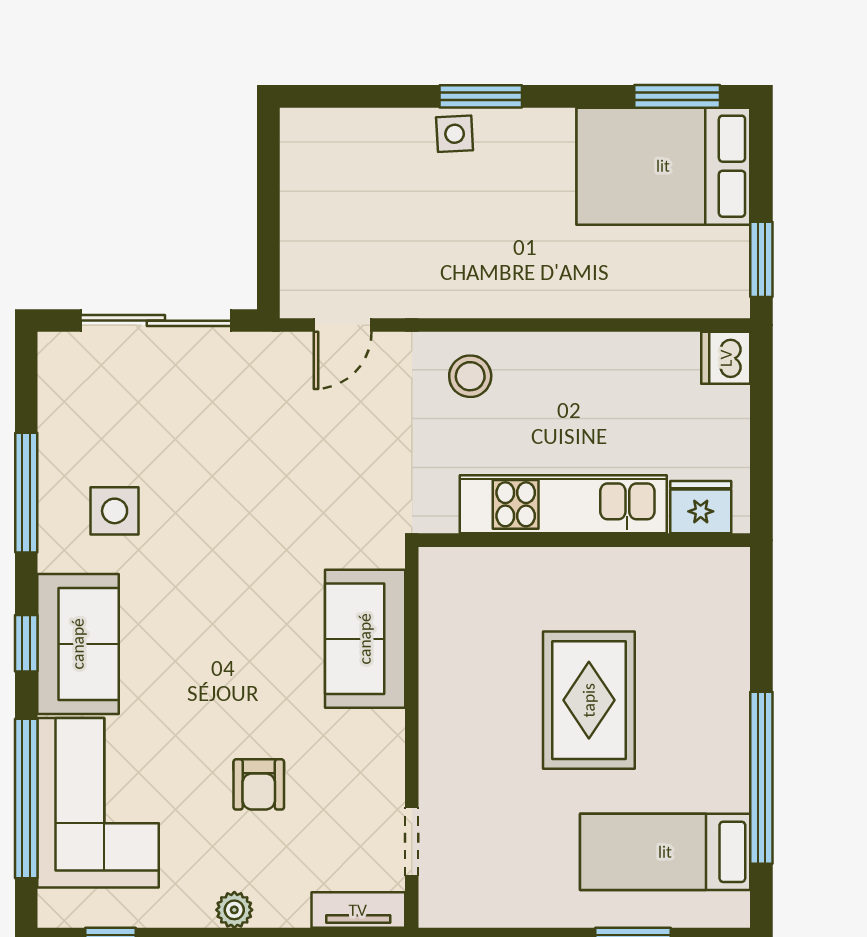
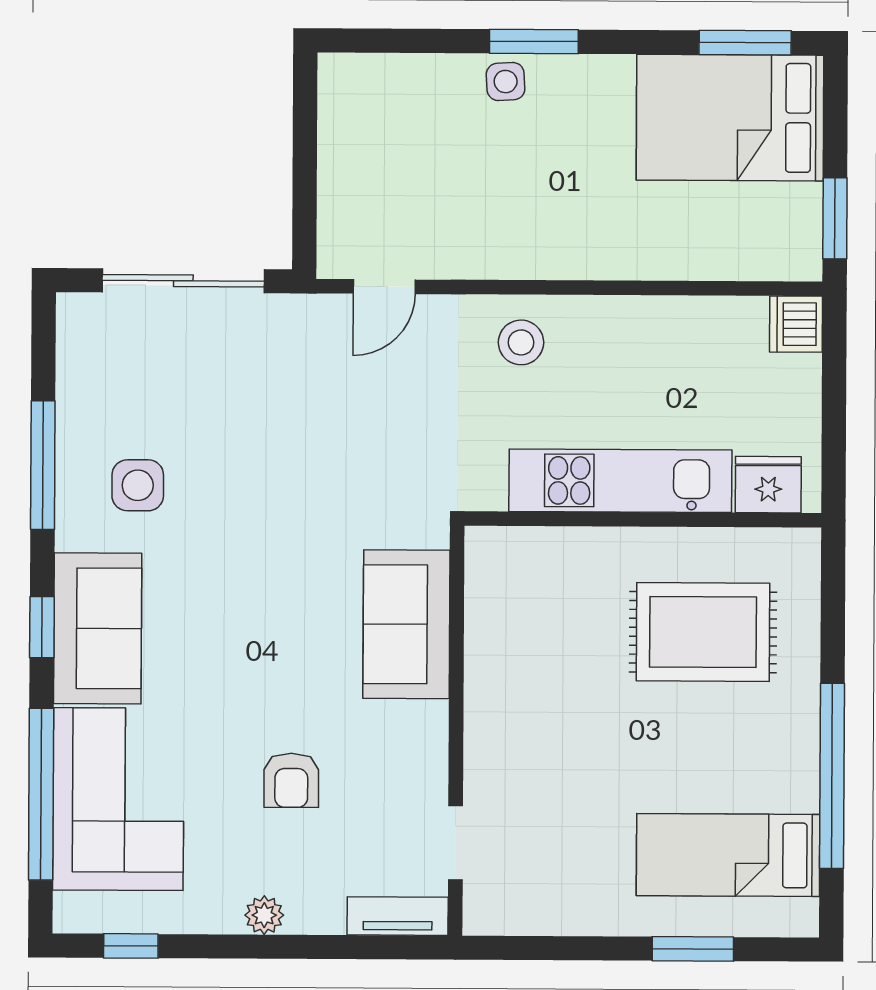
rug: (589, 700) -> (703, 632), moved, turned 90

